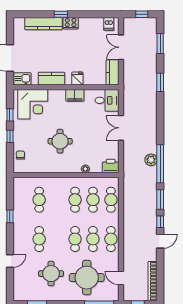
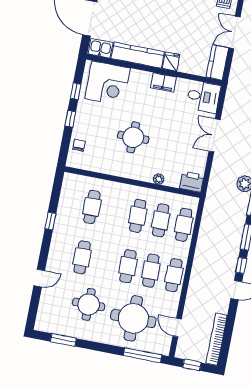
kitchen counter: (51, 79) -> (138, 55), width x1.50

